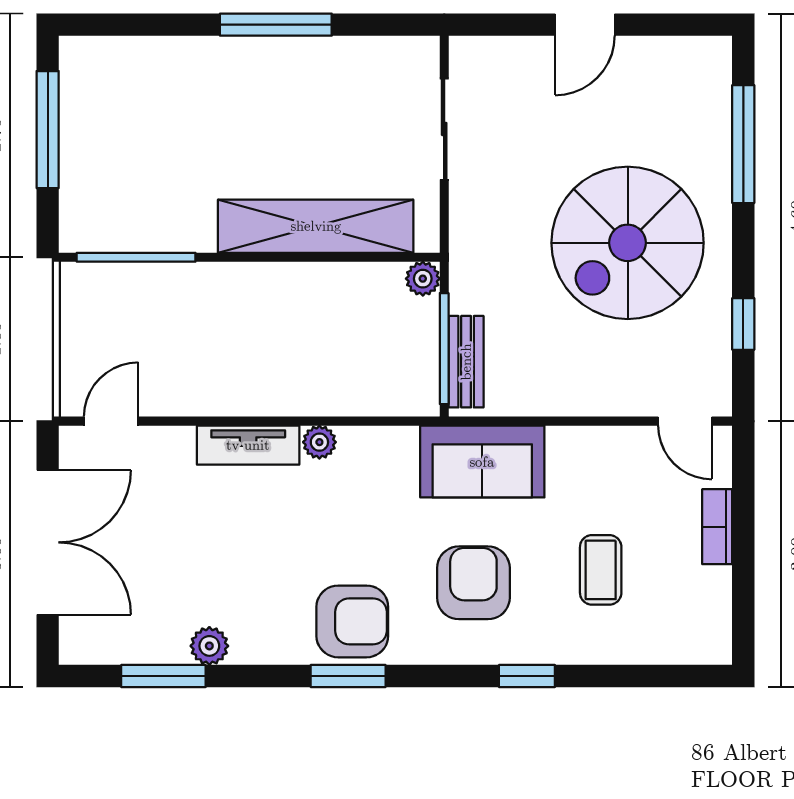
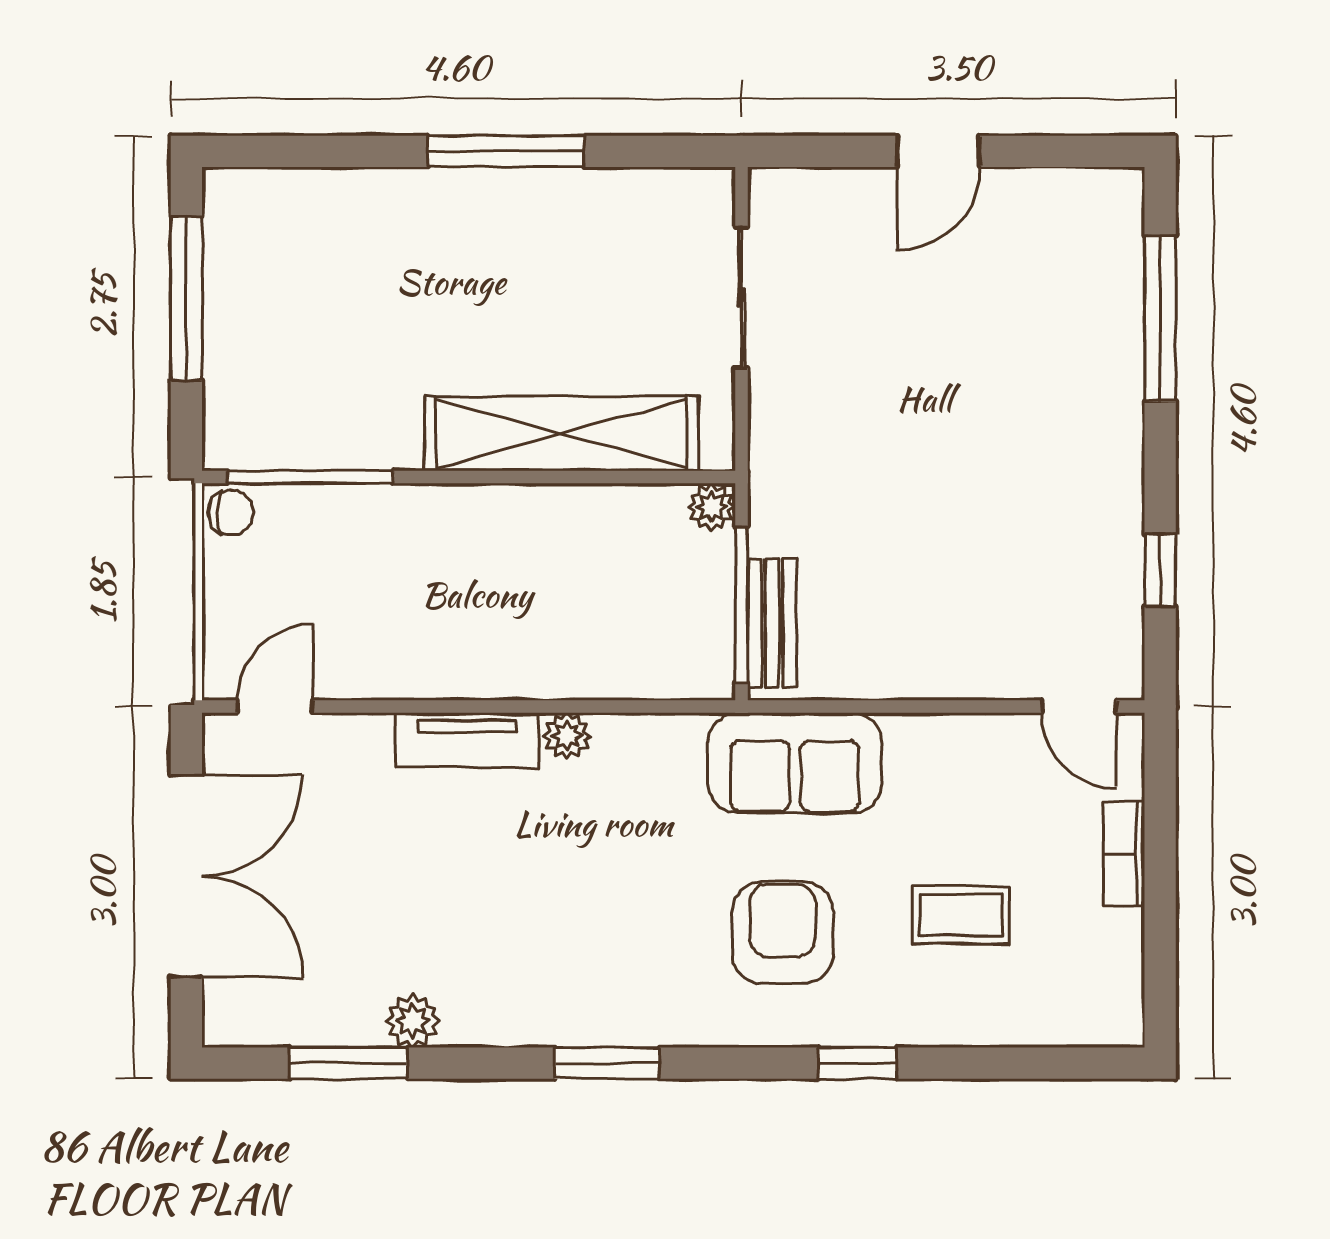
spiral stairs: (628, 243) -> (998, 457), removed
chair: (79, 283) -> (231, 512), added
coffee table: (601, 570) -> (961, 915), turned 90
armchair: (352, 621) -> (613, 987), removed

